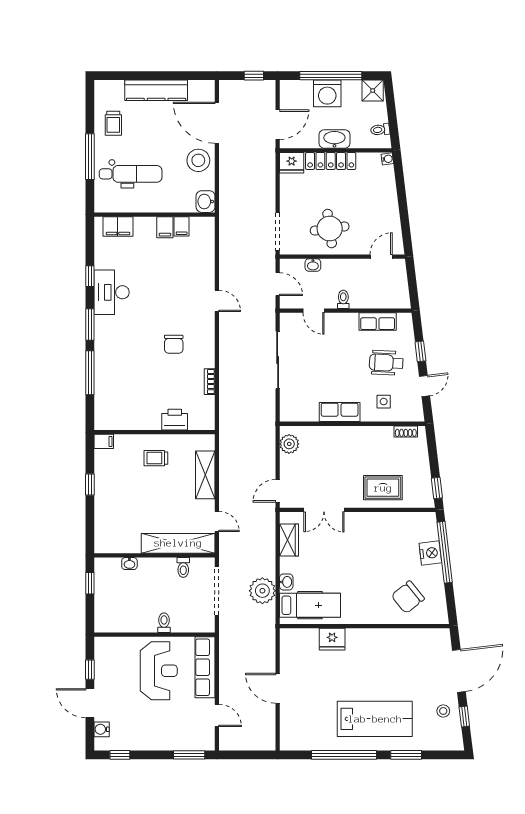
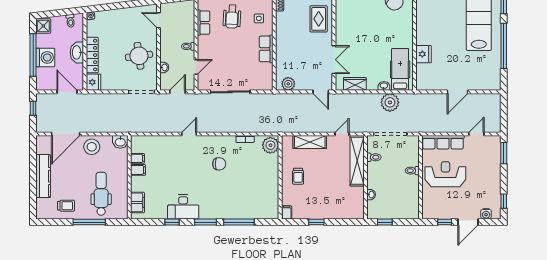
plant: (201, 418) -> (270, 145), added
printer: (175, 420) -> (271, 163), removed

